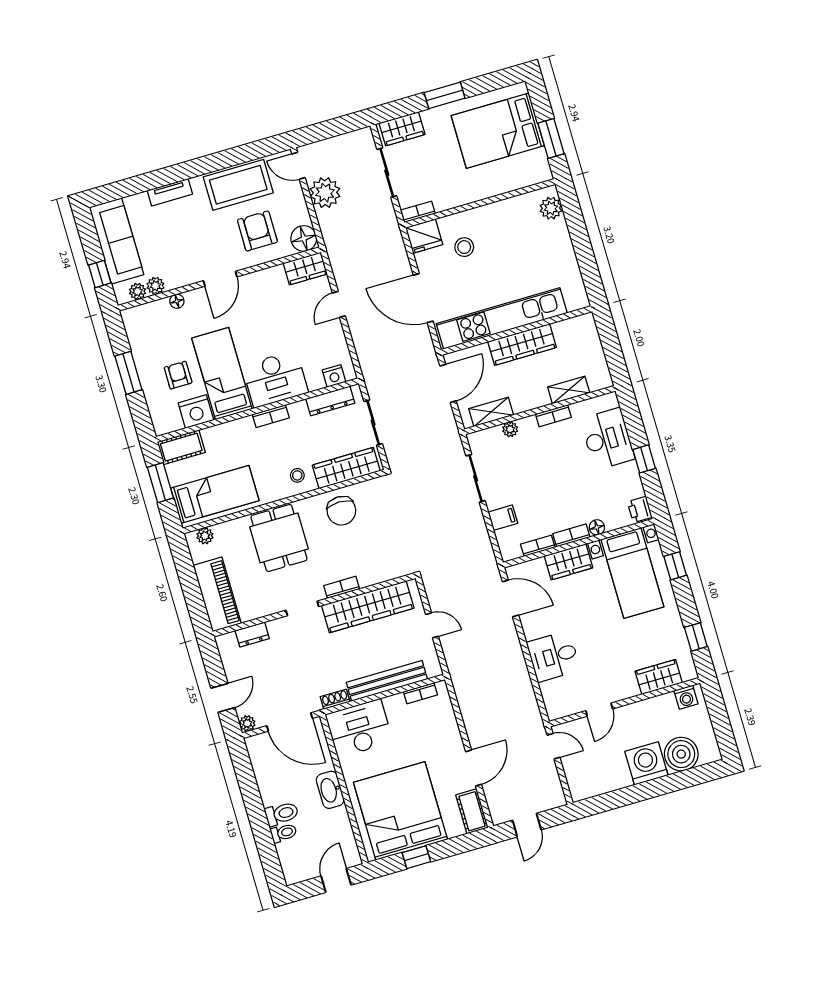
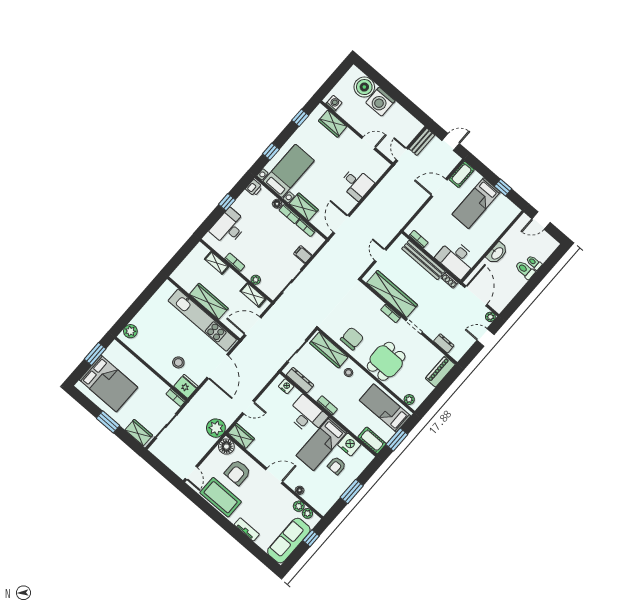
plant: (325, 193) -> (216, 428), moved
piano: (217, 594) -> (440, 371), width x0.73, depth x0.75
bench: (553, 785) -> (422, 142), added
bed: (400, 811) -> (476, 203), width x0.49

